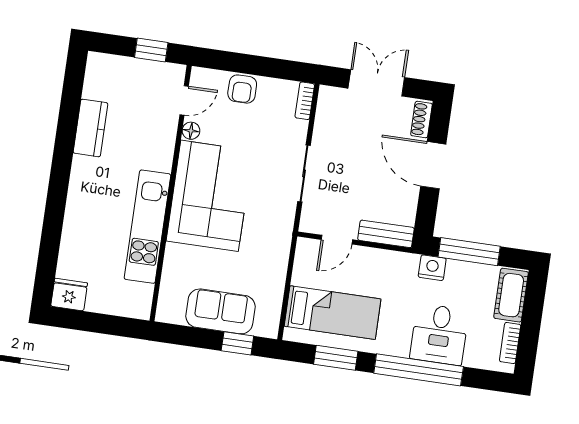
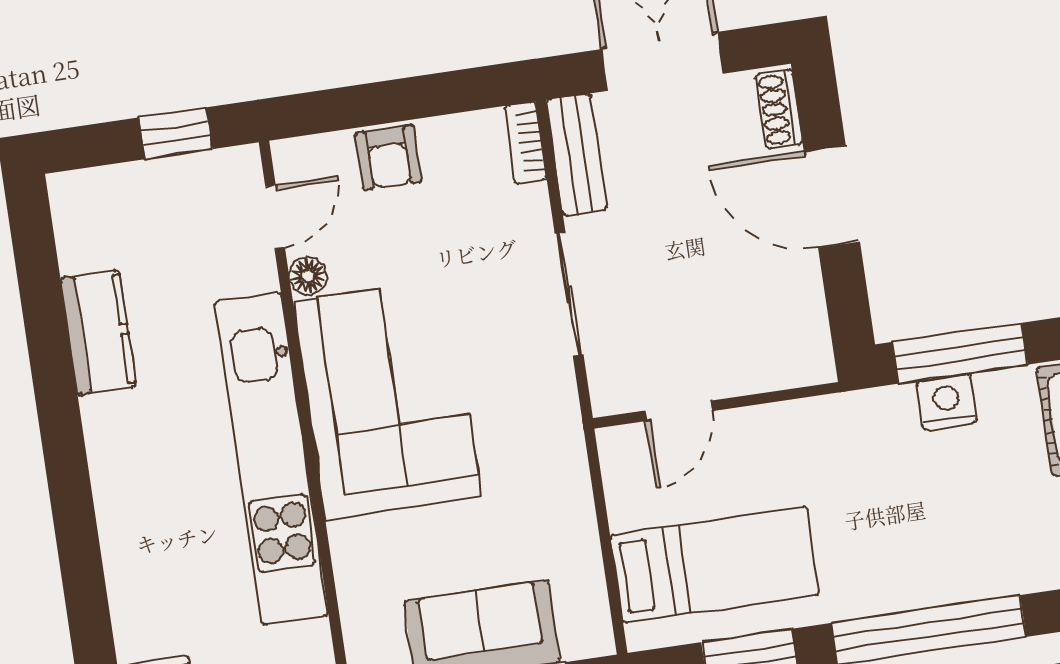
kitchen unit: (147, 227) -> (271, 458), width x1.36
bench: (386, 234) -> (577, 155), moved, turned 90
nightstand: (432, 268) -> (947, 402), moved
desk: (439, 334) -> (950, 544), removed

